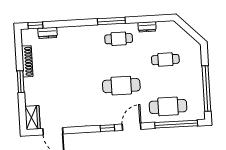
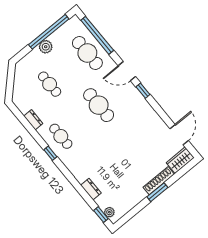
window: (111, 21) -> (50, 153), width x0.46
plant: (32, 33) -> (109, 212), added
dresser: (48, 33) -> (91, 189), moved
shoe rack: (27, 61) -> (159, 181), moved
plant: (196, 78) -> (46, 47), added

